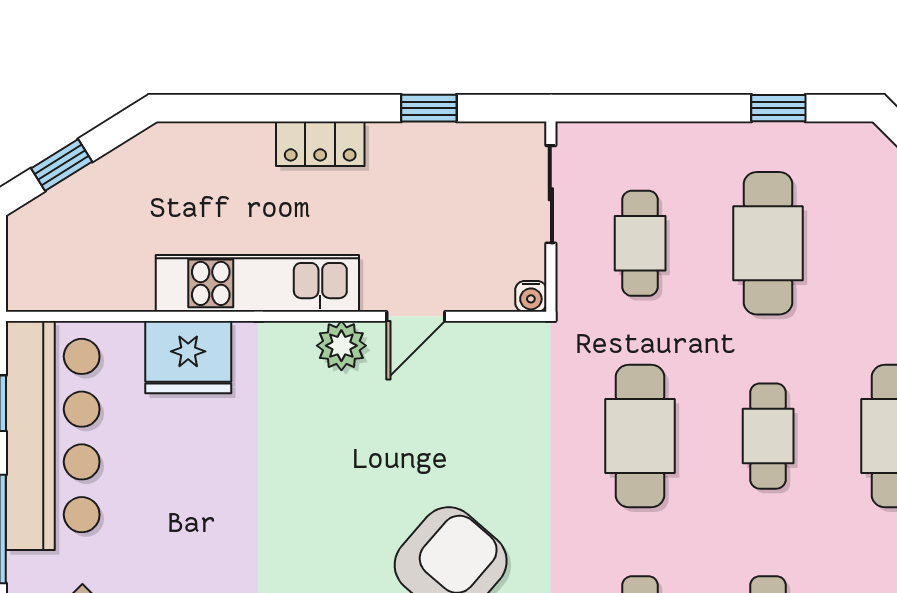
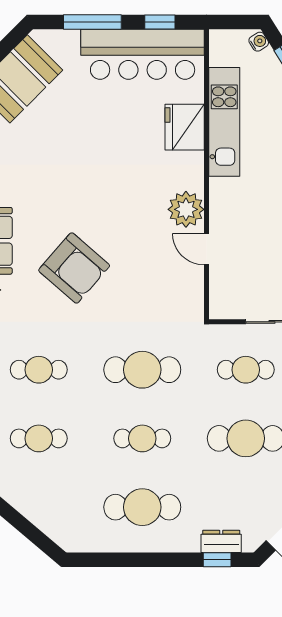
kitchen unit: (257, 283) -> (224, 122), moved
water cooler: (531, 296) -> (259, 42), moved, turned 148
plant: (341, 346) -> (186, 209), width x1.36, depth x1.36

